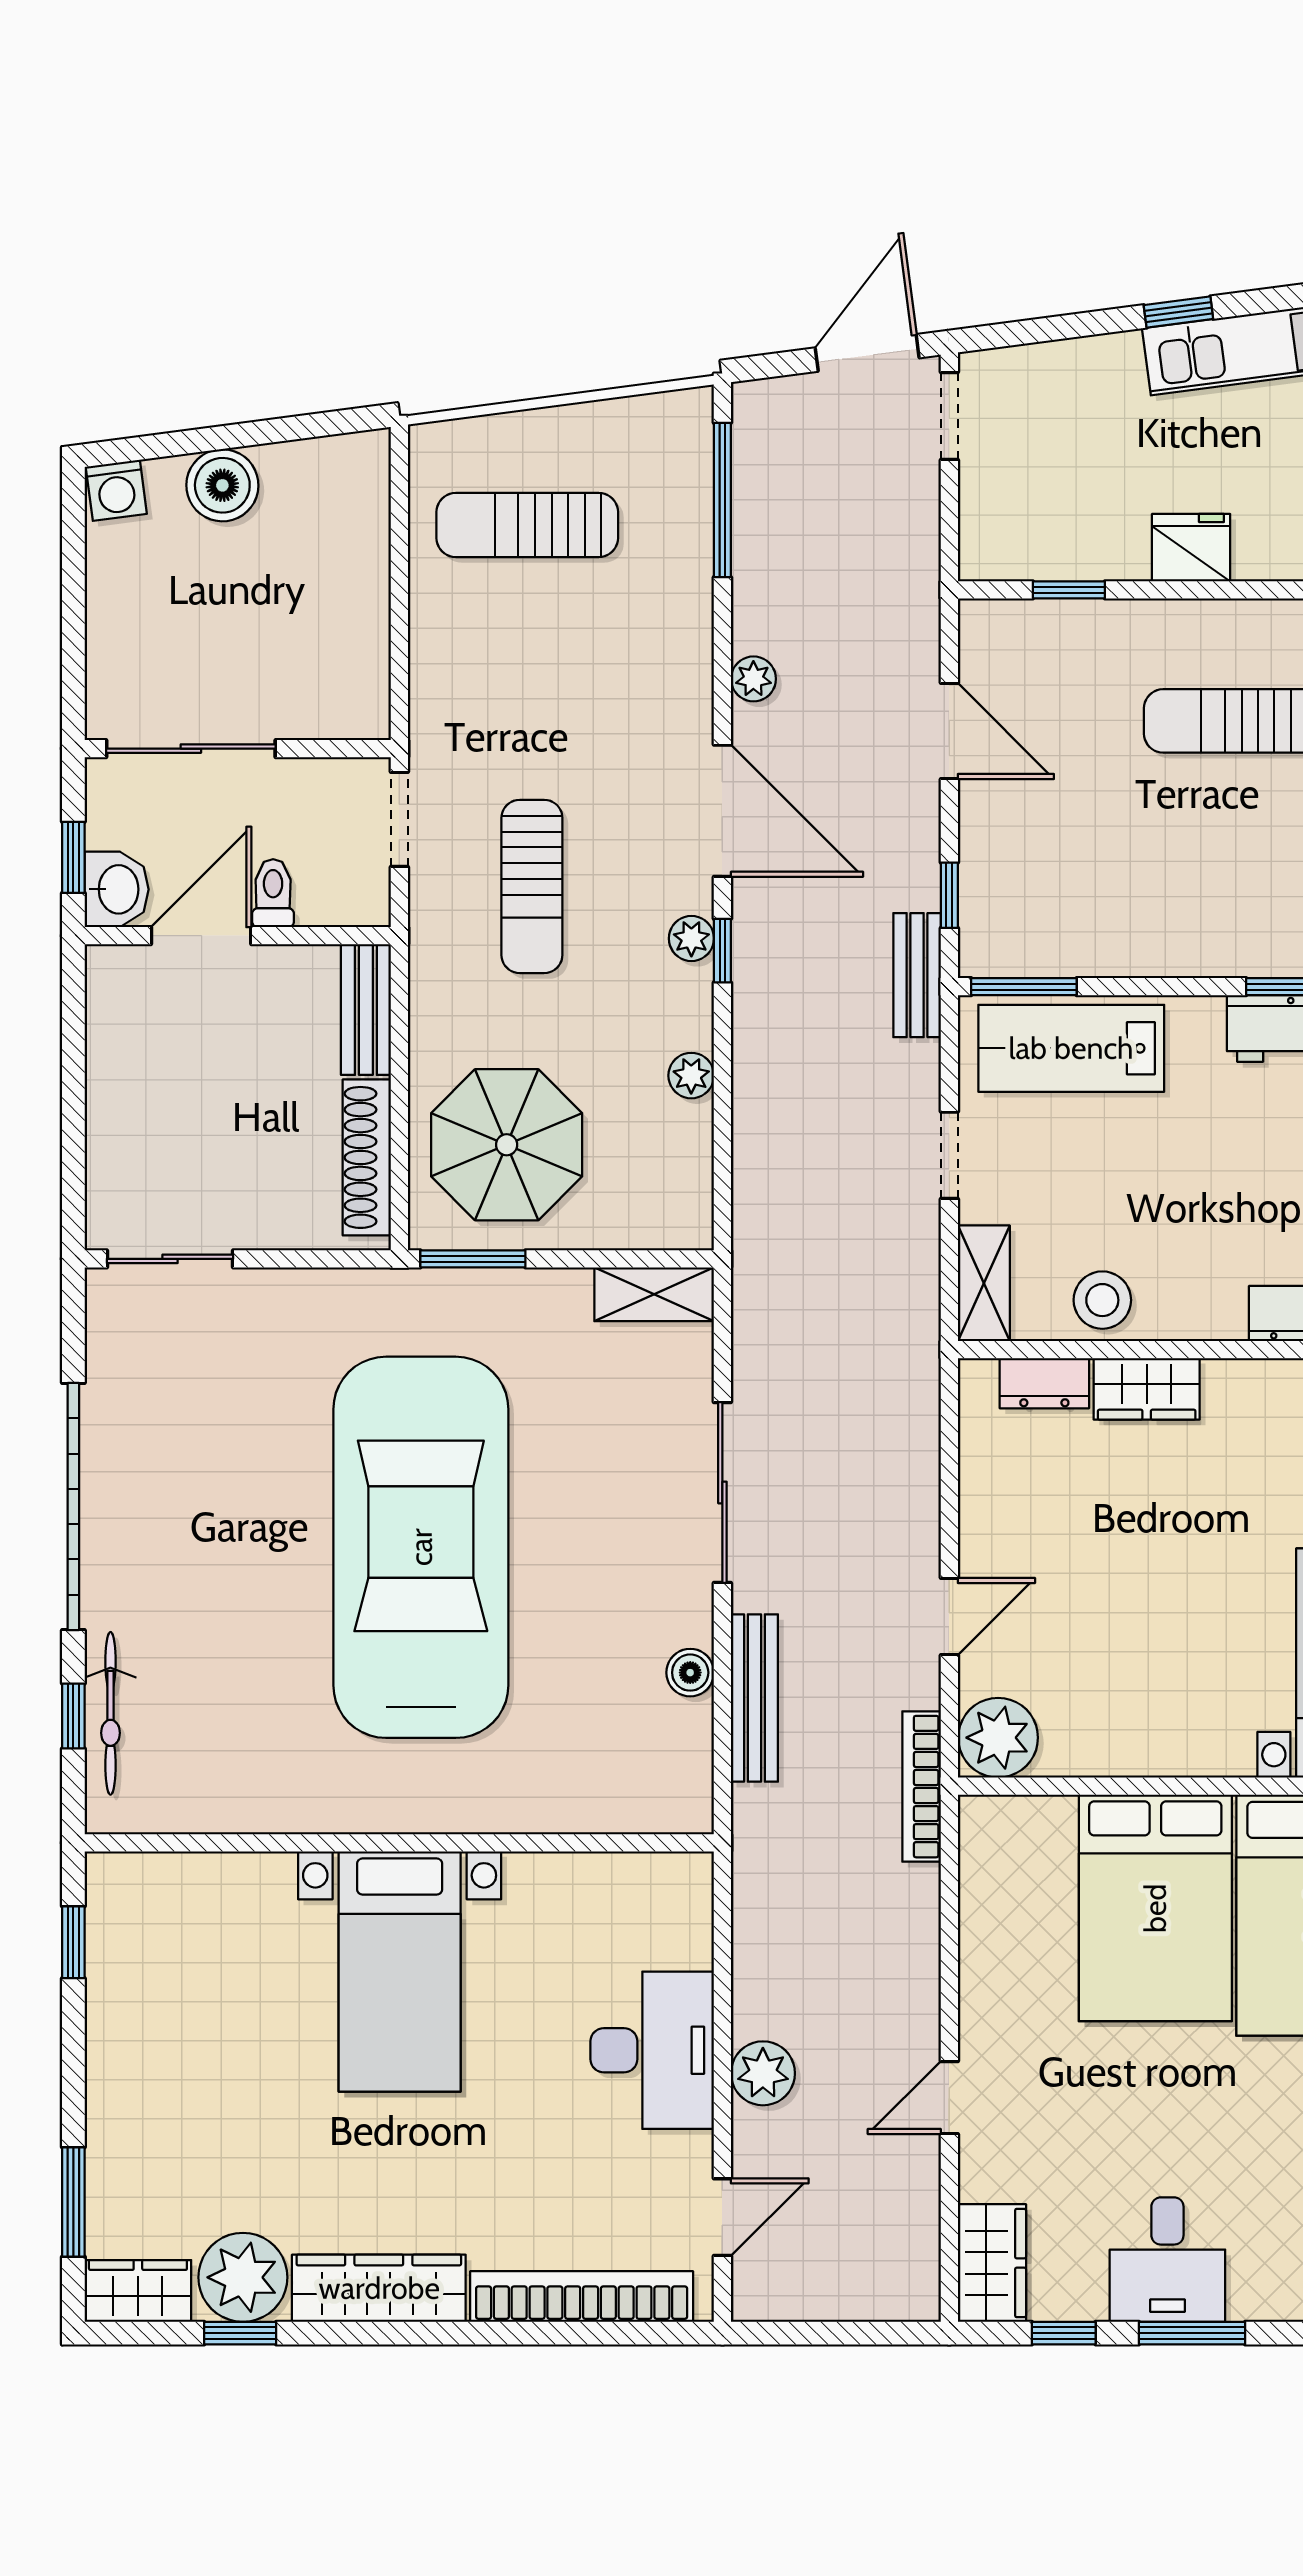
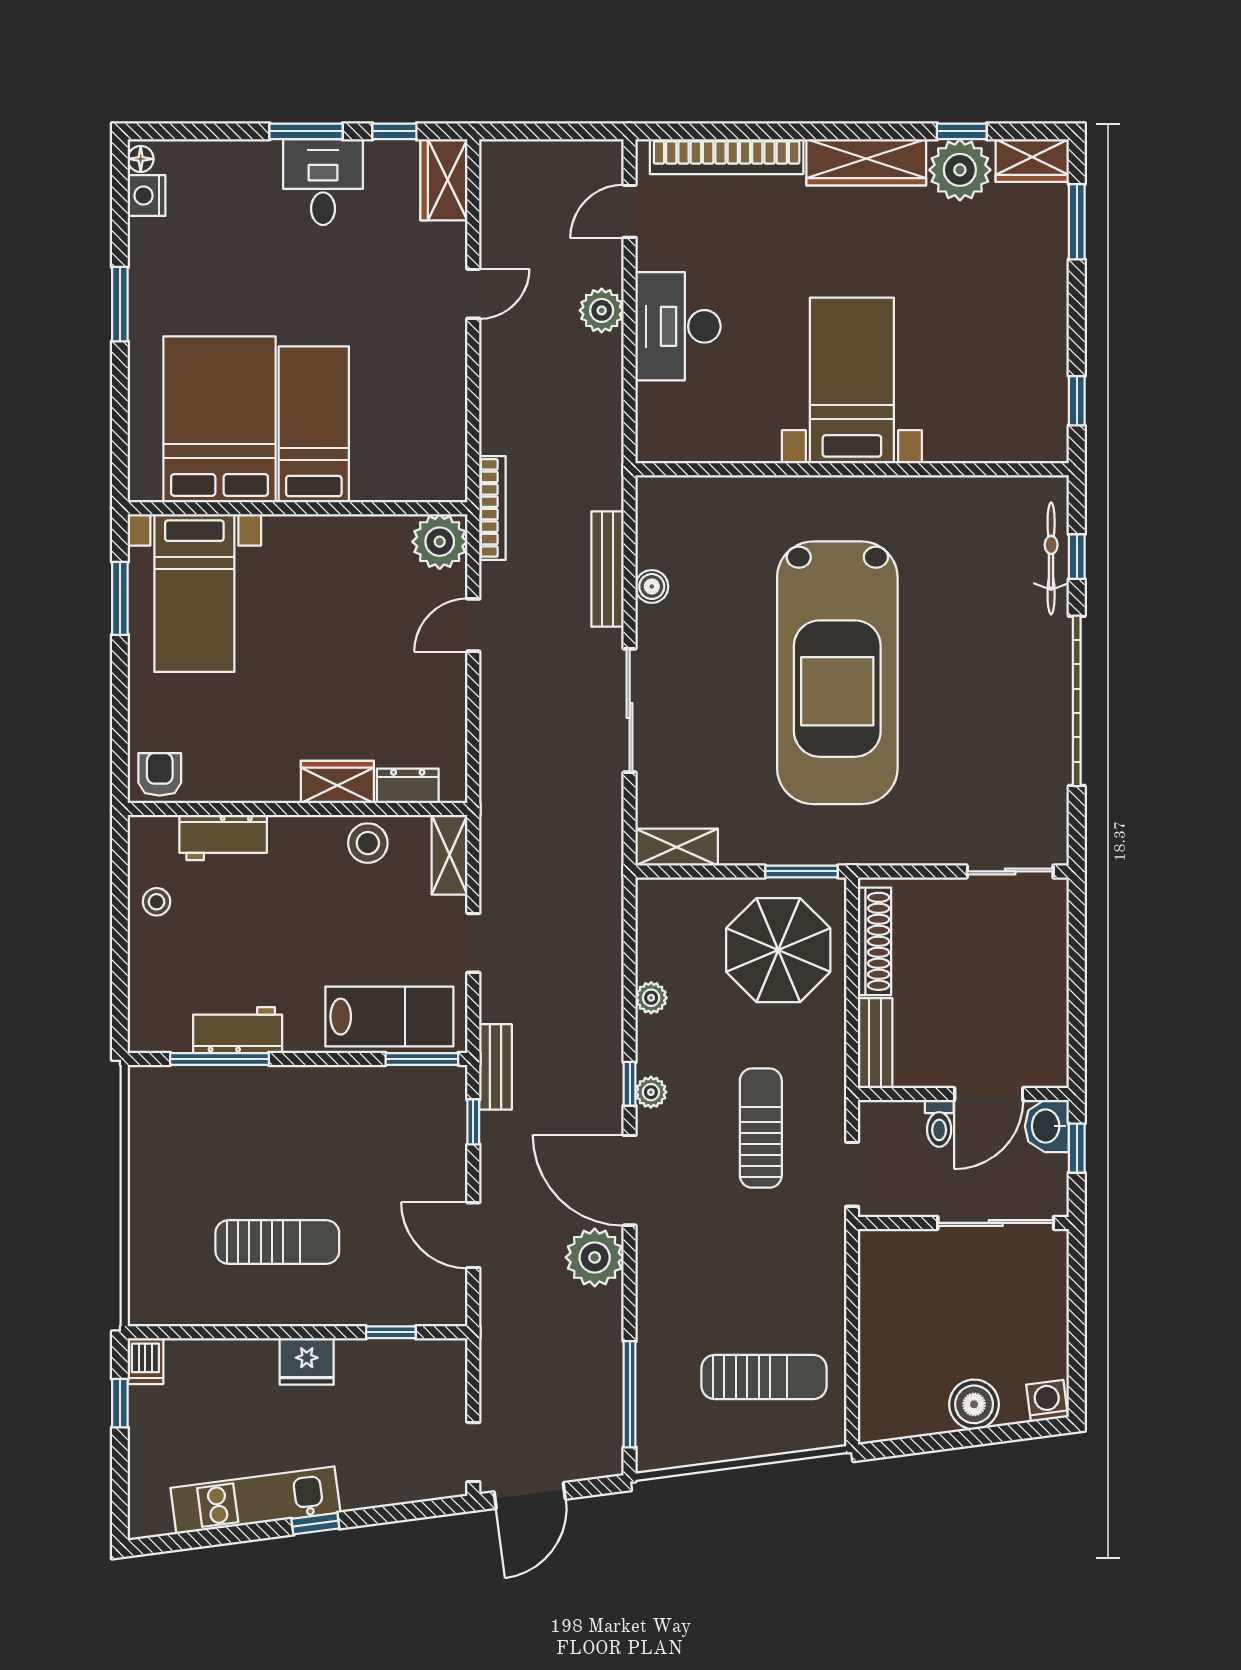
plant: (753, 679) -> (595, 1257), width x1.88, depth x1.88
bed: (1155, 1908) -> (314, 424), width x0.67

